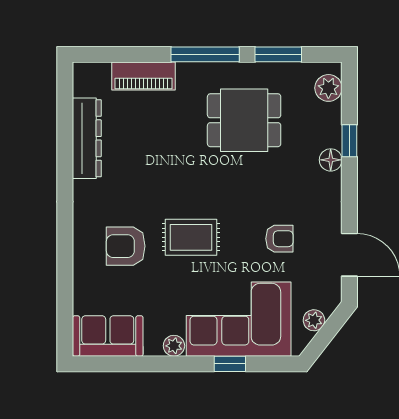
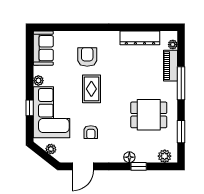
window: (205, 54) -> (181, 83), moved
plant: (100, 71) -> (173, 45), added
dining table: (244, 120) -> (149, 115), turned 90

